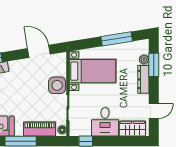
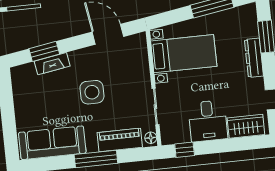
plant: (144, 60) -> (252, 31), removed
side table: (57, 85) -> (92, 92), moved

